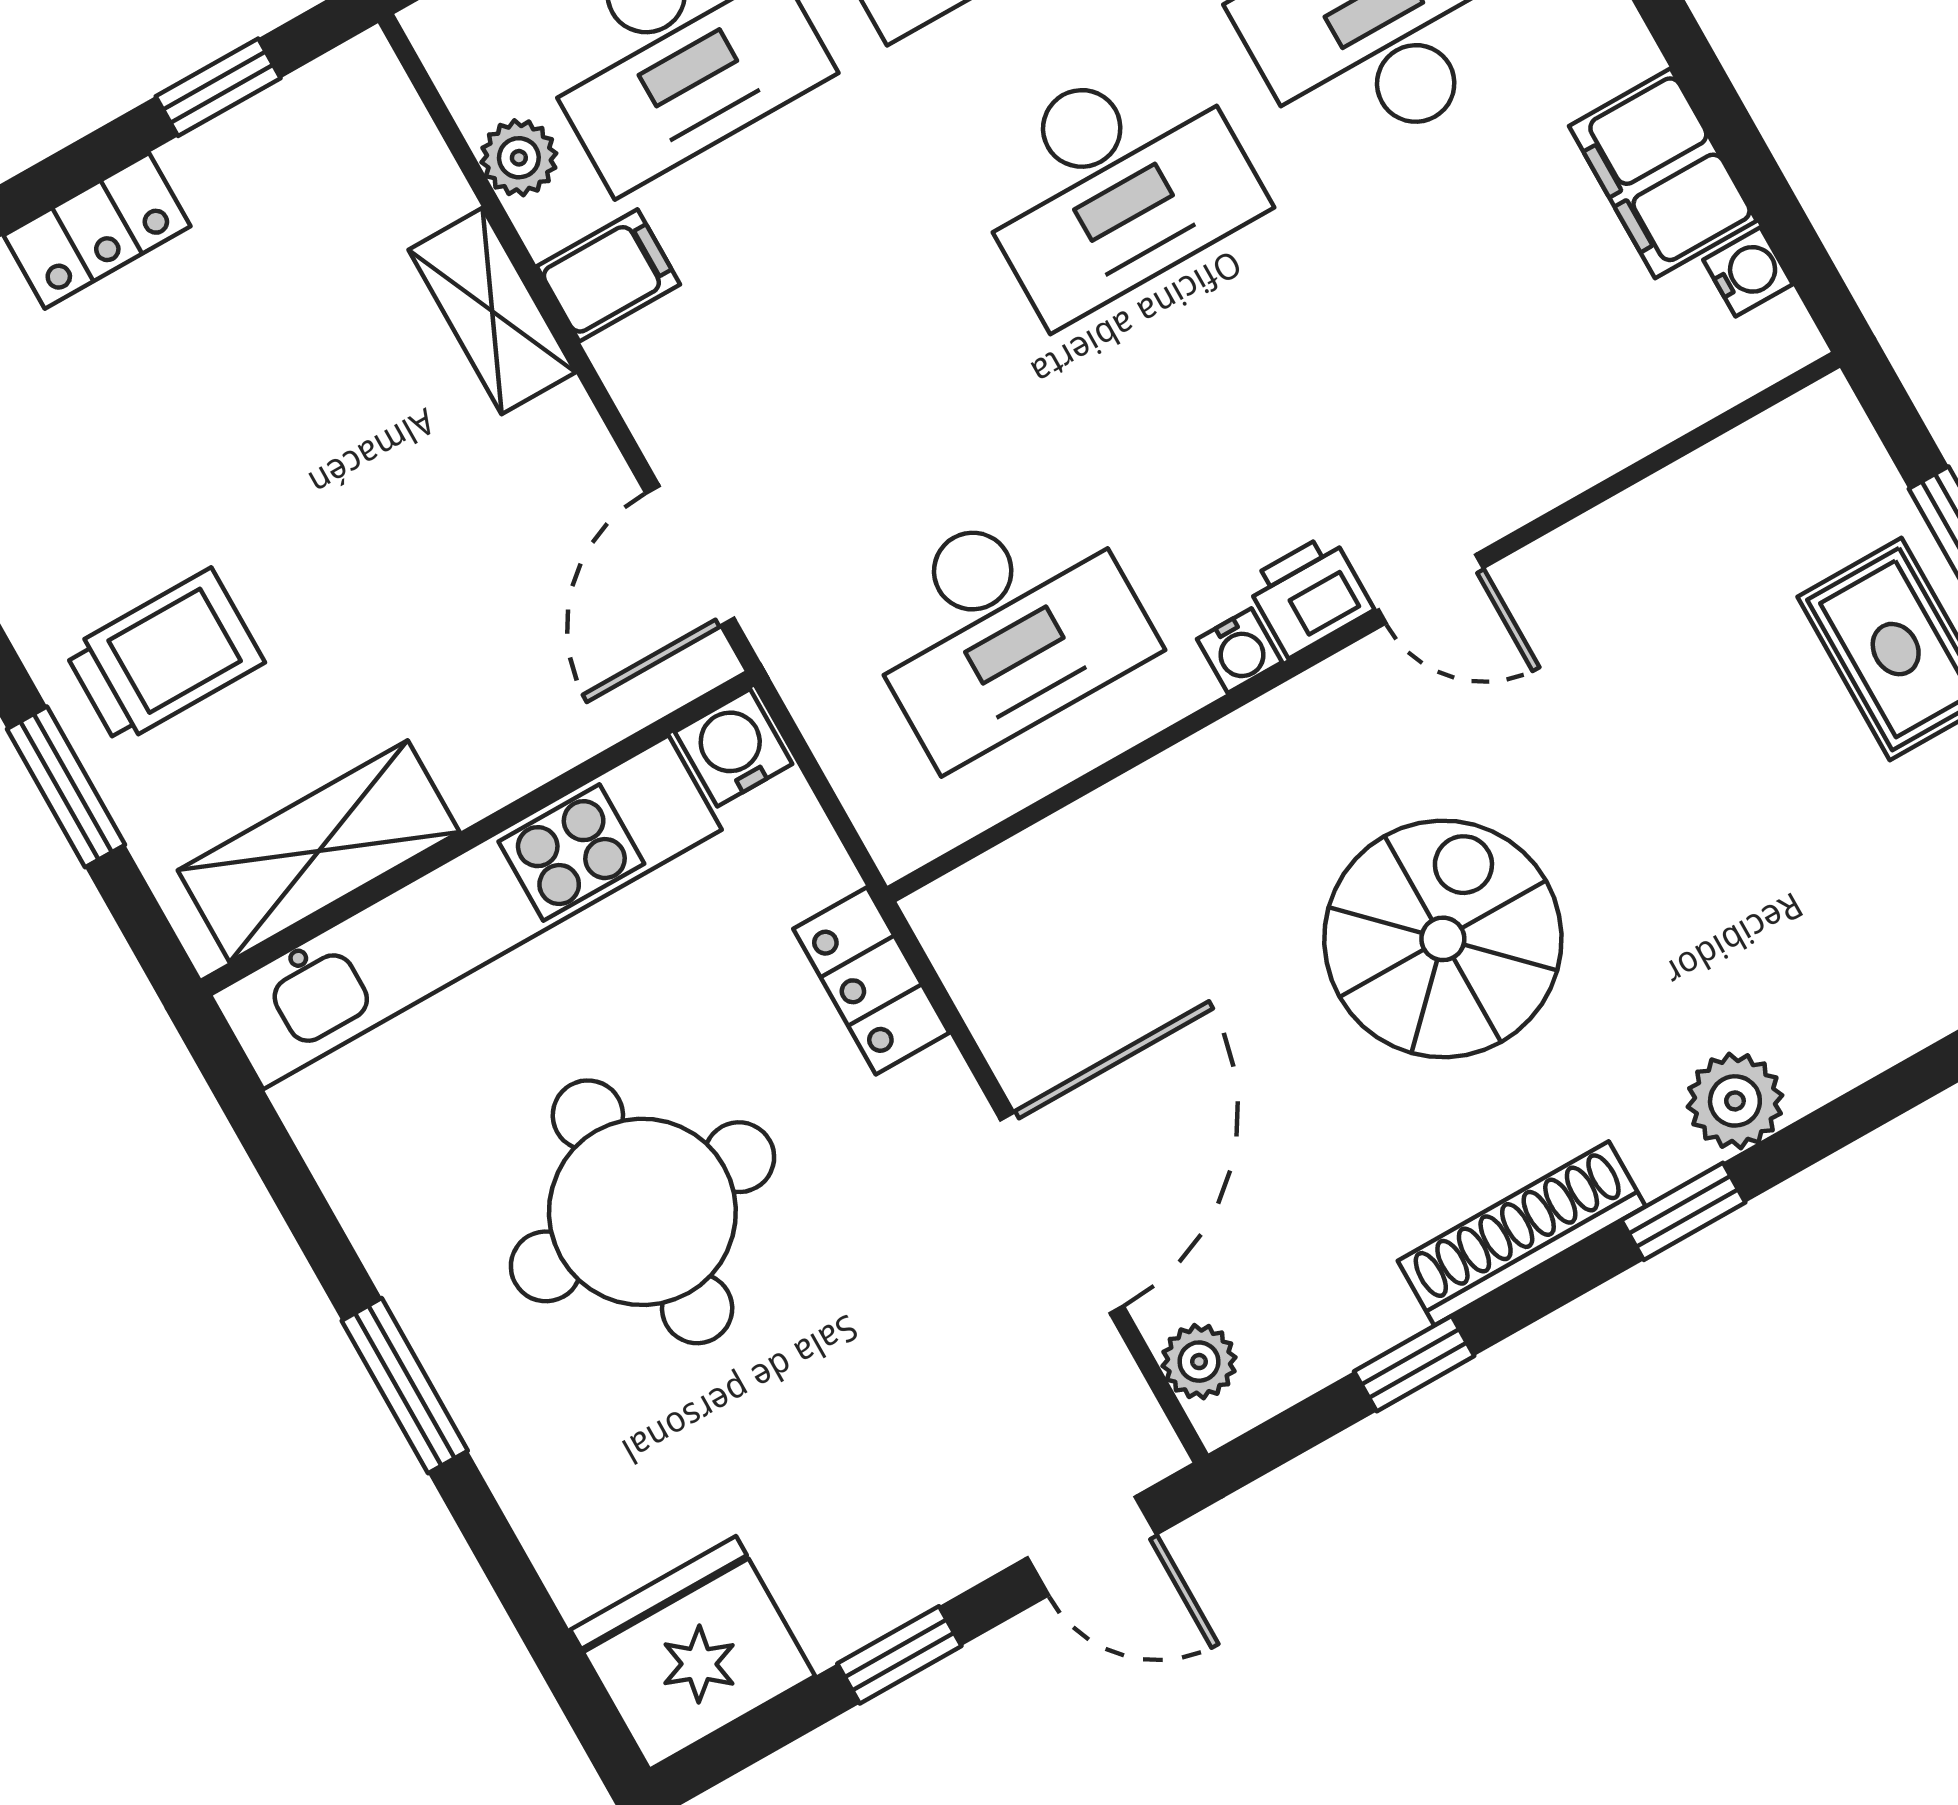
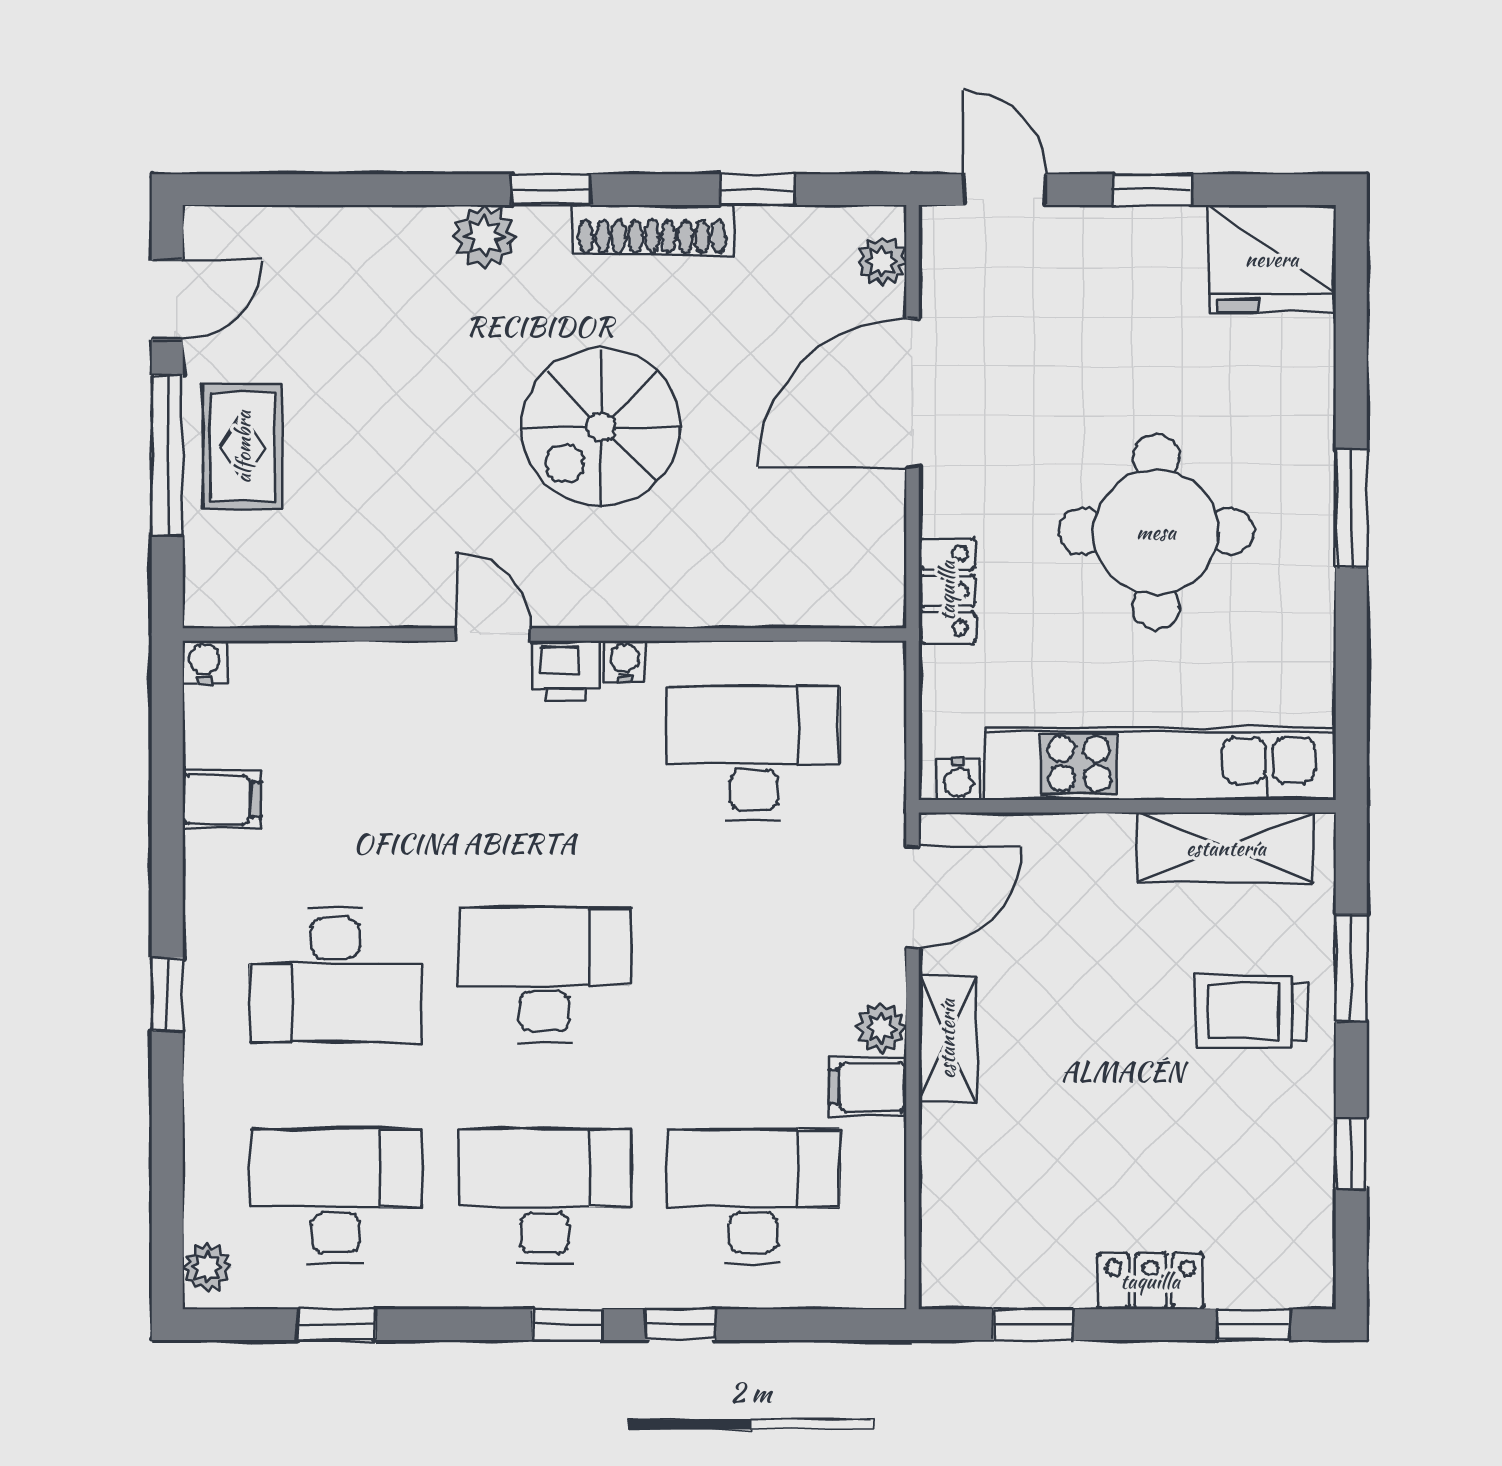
plant: (519, 158) -> (881, 1028), moved
filing cabinet: (1663, 173) -> (222, 800), width x0.50
water cooler: (1748, 272) -> (204, 662), moved, turned 90
shelving: (492, 311) -> (947, 1039), moved
water cooler: (734, 748) -> (958, 779), width x0.72, depth x0.72

